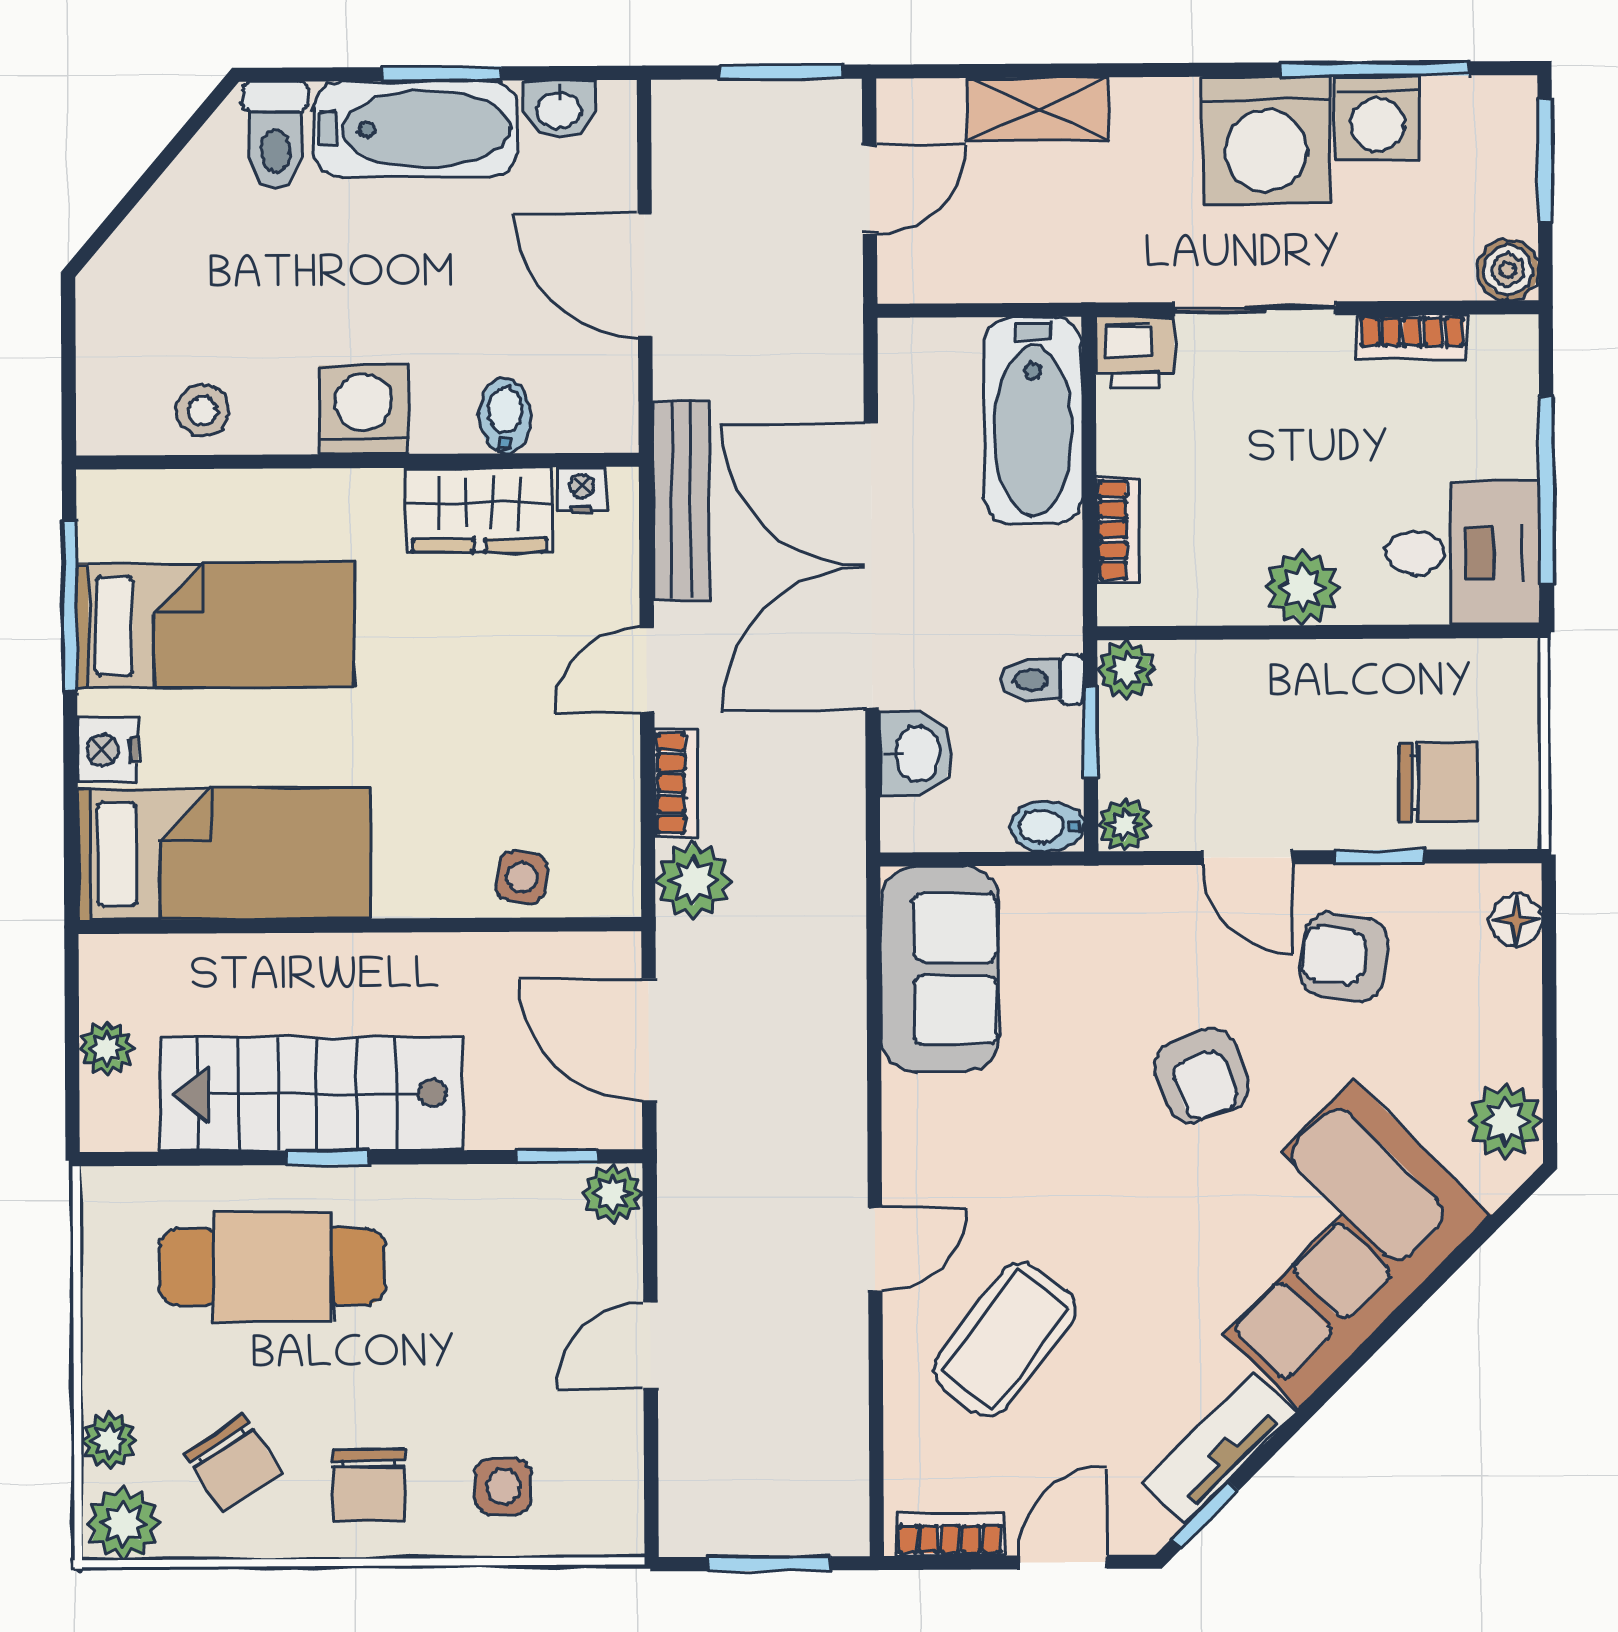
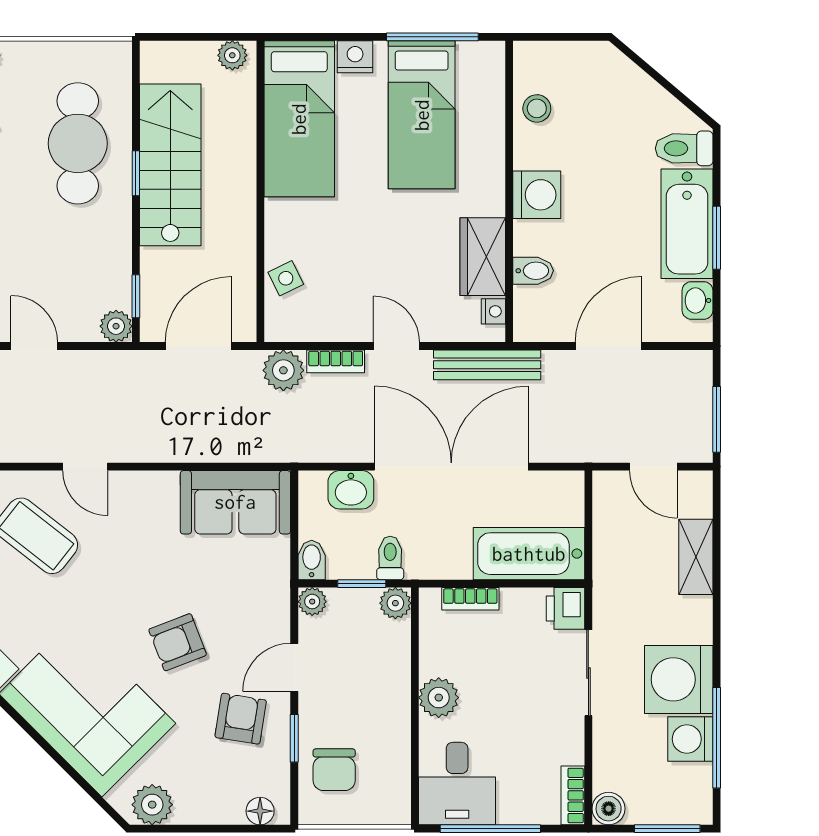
bookcase: (1412, 337) -> (573, 795), moved
side table: (522, 877) -> (286, 278), turned -35
plant: (107, 1048) -> (232, 55), moved

